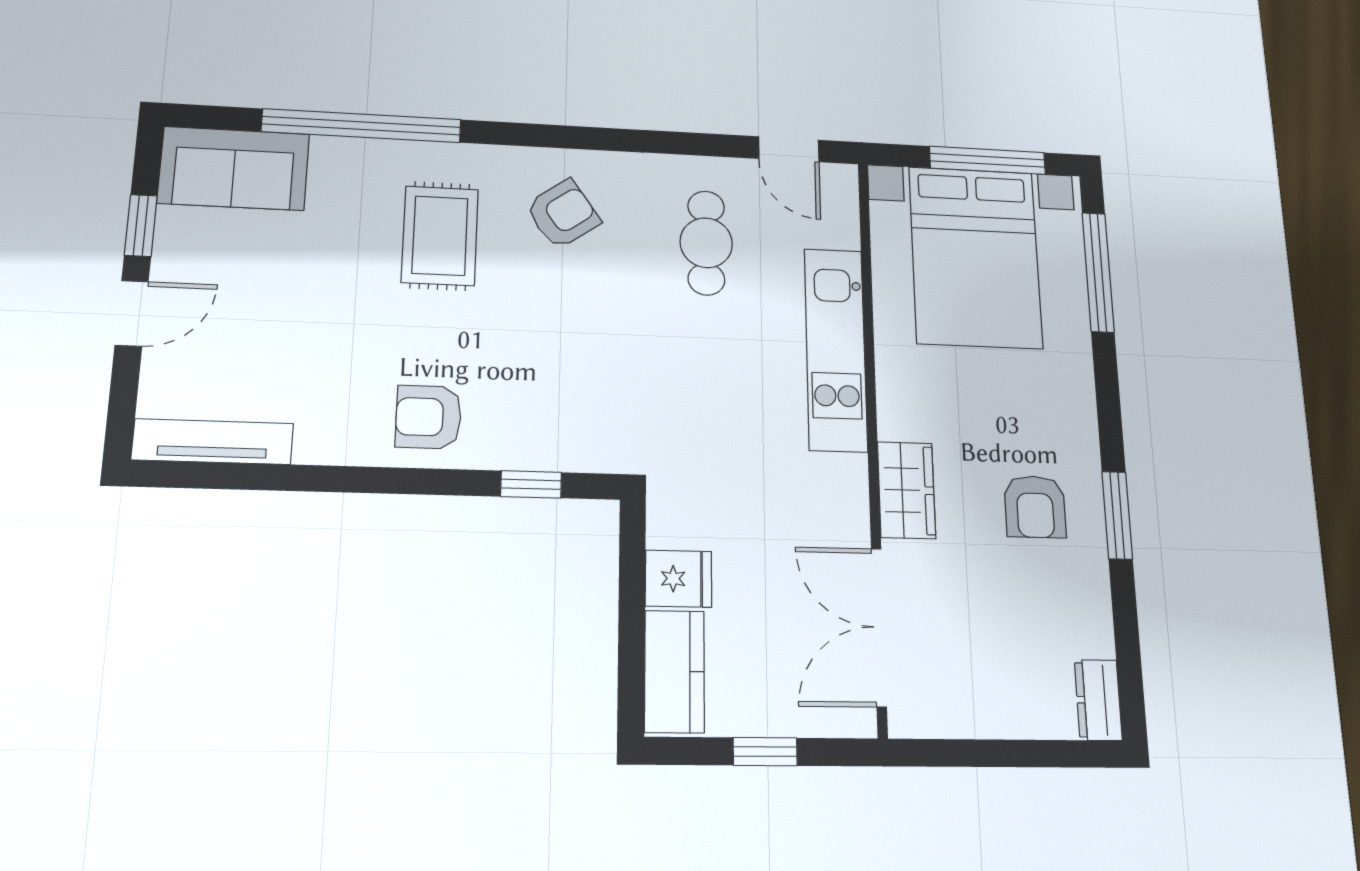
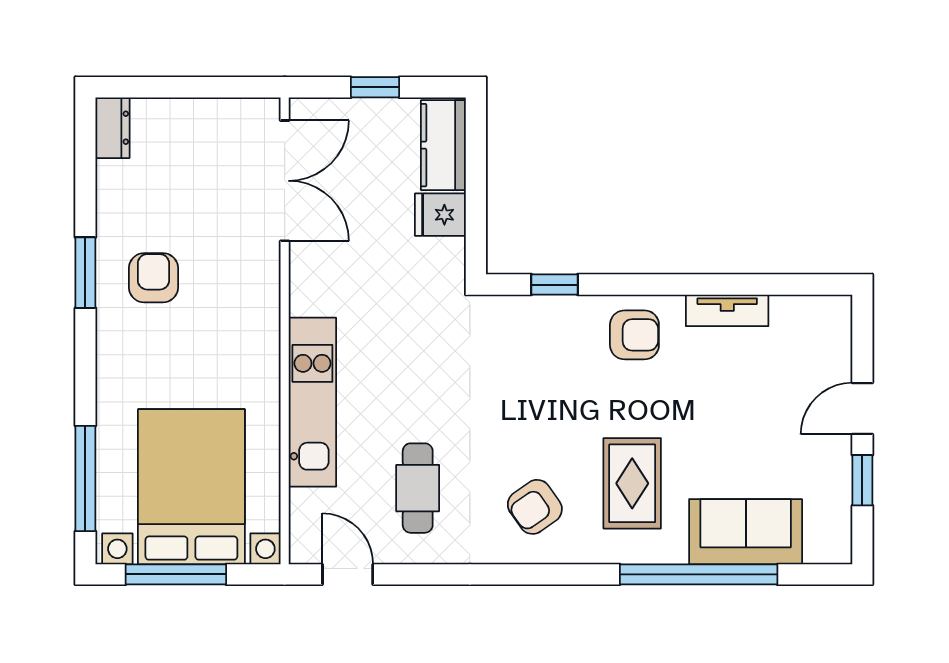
sofa: (234, 168) -> (746, 532), moved
tv unit: (213, 442) -> (727, 310), moved, width x0.71
wardrobe: (906, 490) -> (258, 288), removed

